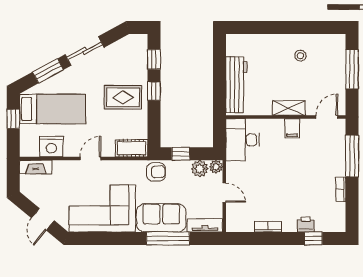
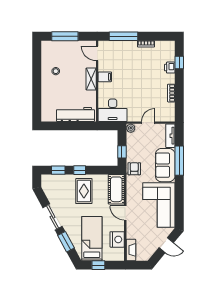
cot: (131, 148) -> (116, 189), width x1.37, depth x1.34
plant: (200, 169) -> (132, 139), removed

